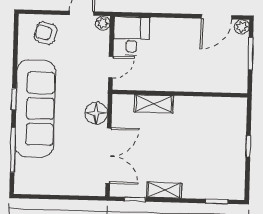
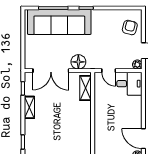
shelving: (154, 104) -> (86, 88), moved
sofa: (35, 108) -> (59, 22), moved

